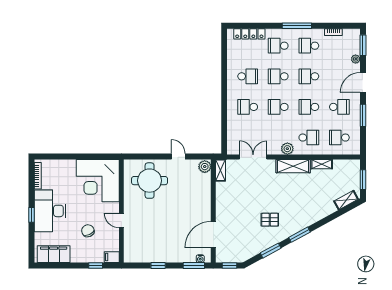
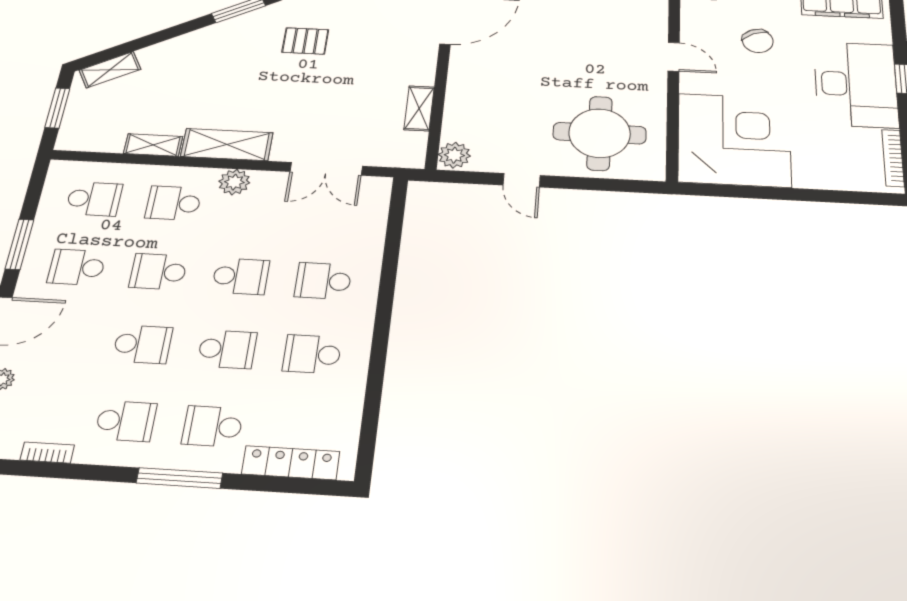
window: (297, 26) -> (179, 478), moved
school desk: (278, 46) -> (213, 426), turned 180
school desk: (248, 107) -> (323, 281), turned 180
school desk: (309, 107) -> (158, 272), turned 180
shelving: (220, 170) -> (419, 108), moved

